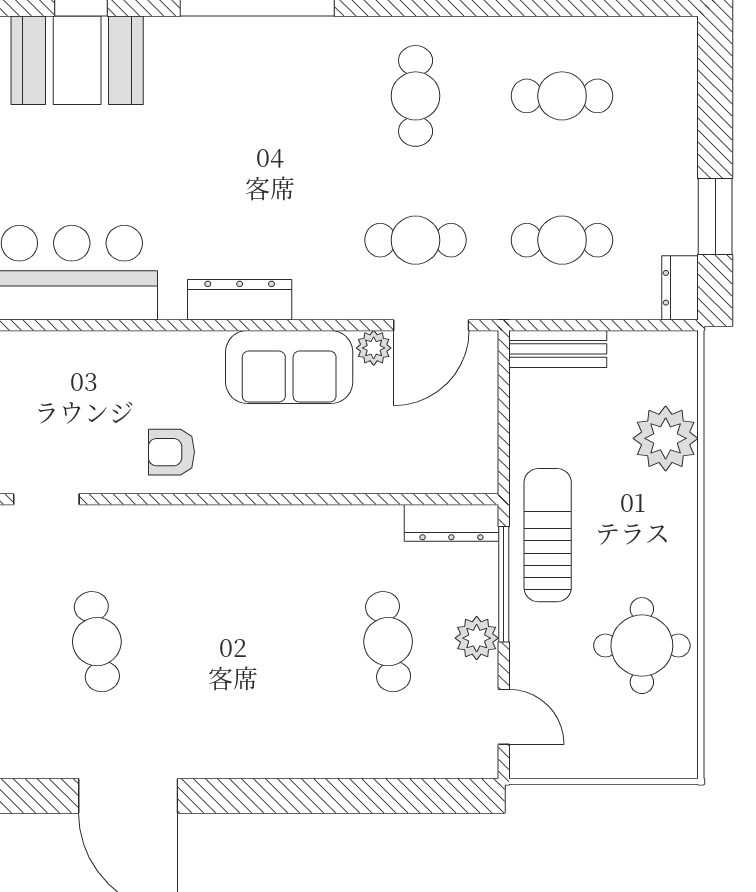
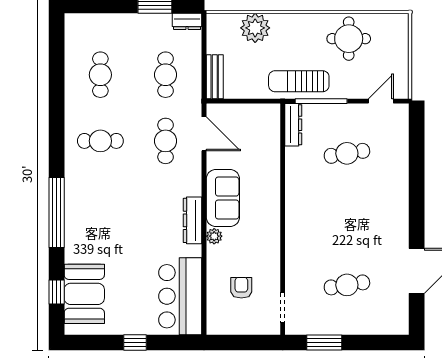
plant: (374, 348) -> (214, 236), moved
armchair: (171, 452) -> (241, 288), moved, turned 180
plant: (477, 638) -> (345, 113), removed

